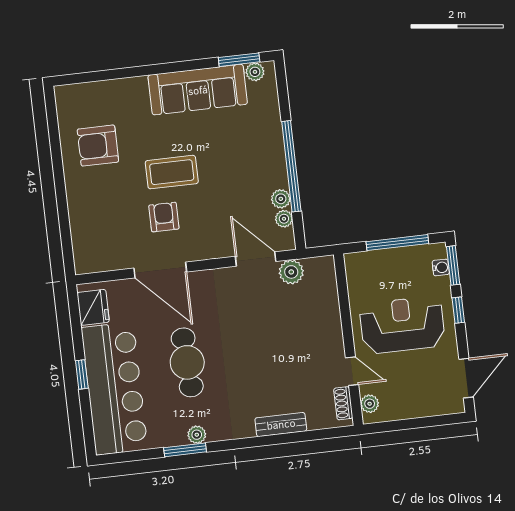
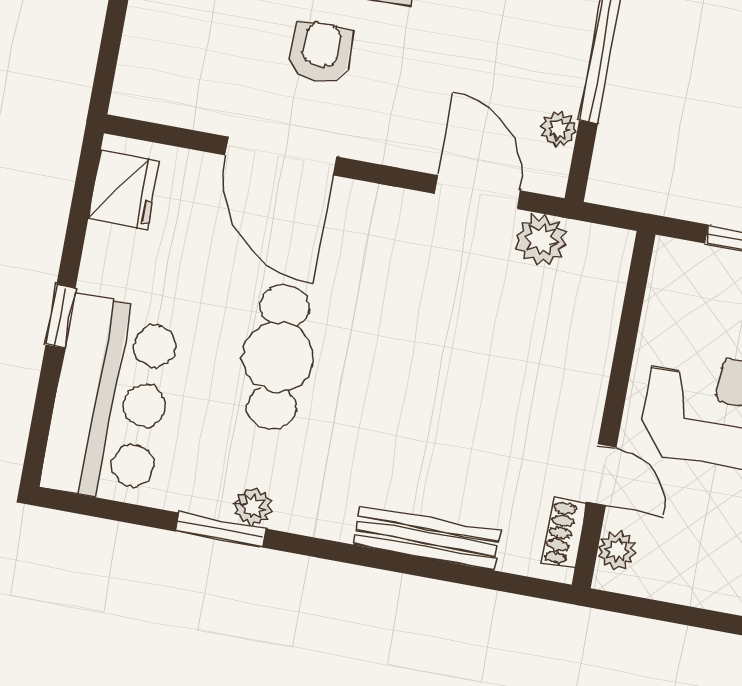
plant: (281, 199) -> (565, 87), removed
bar counter: (115, 388) -> (111, 400), width x0.73
bench: (281, 424) -> (427, 538), width x1.36

